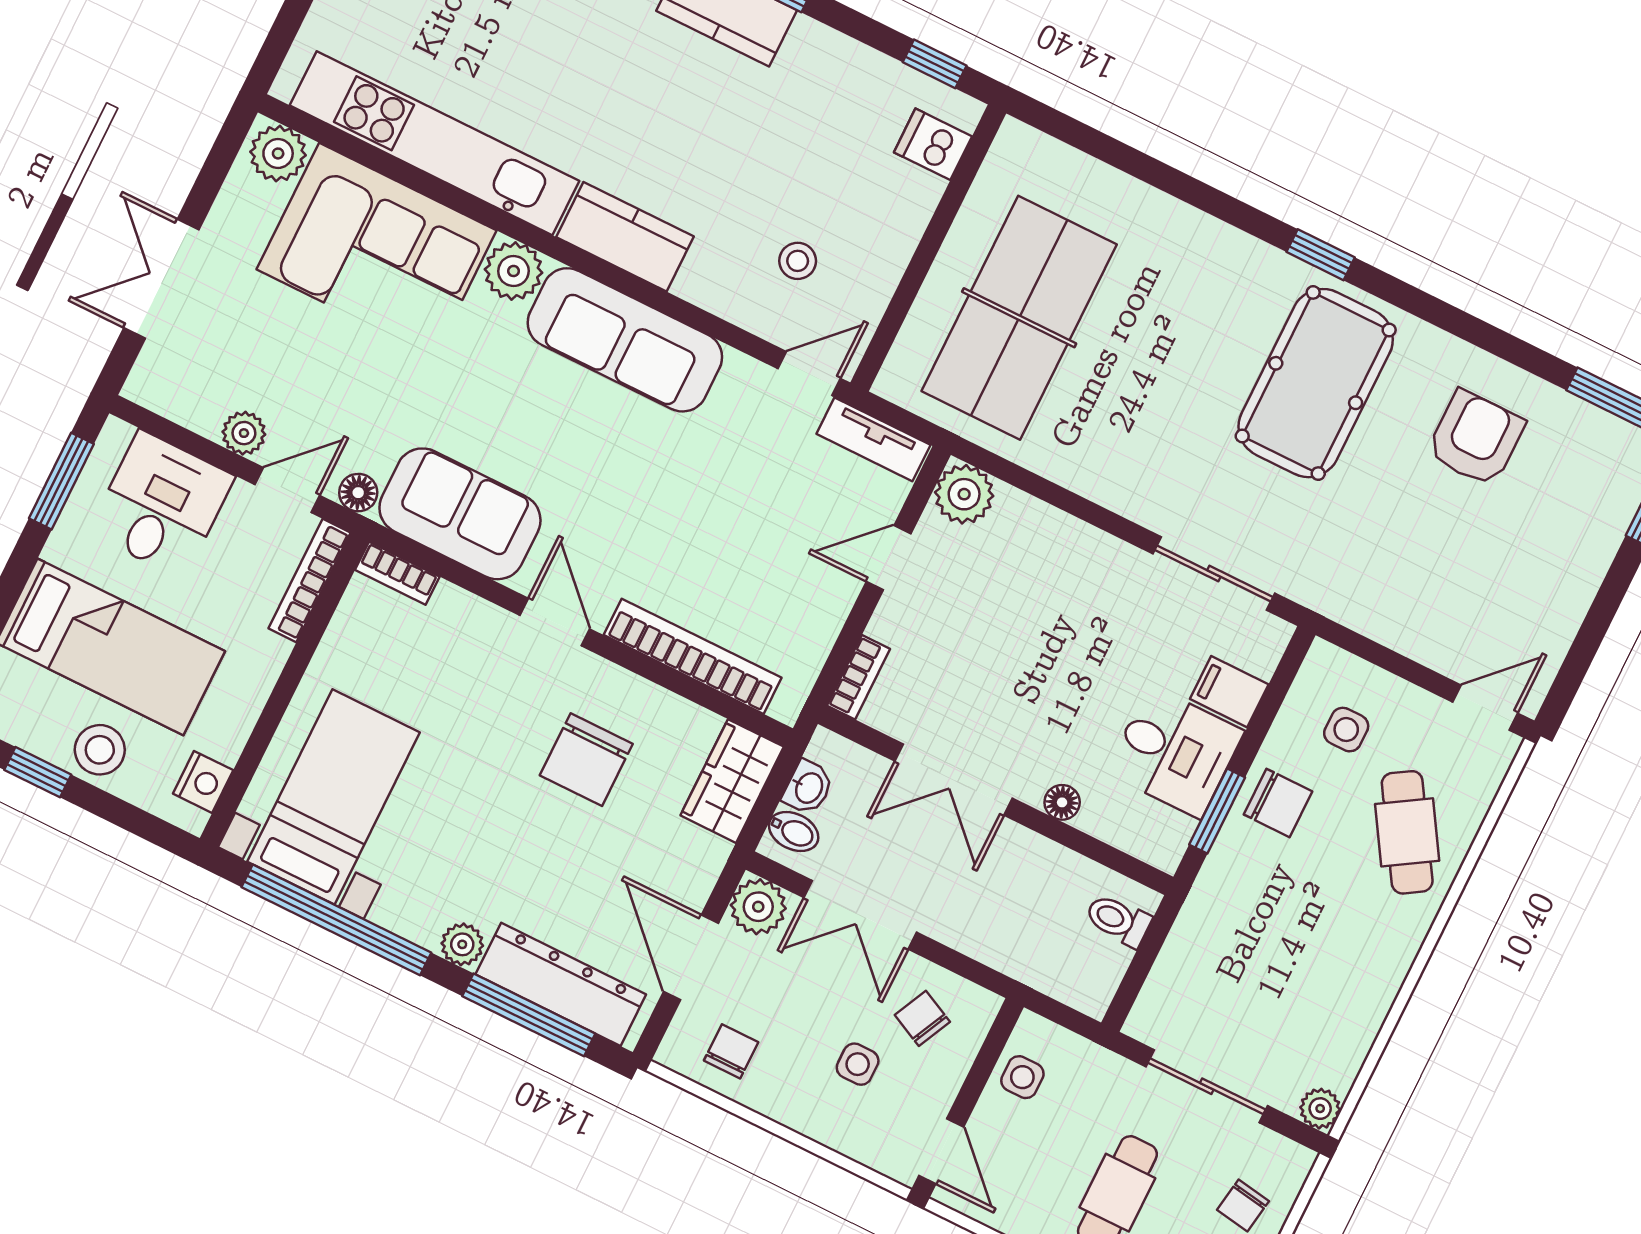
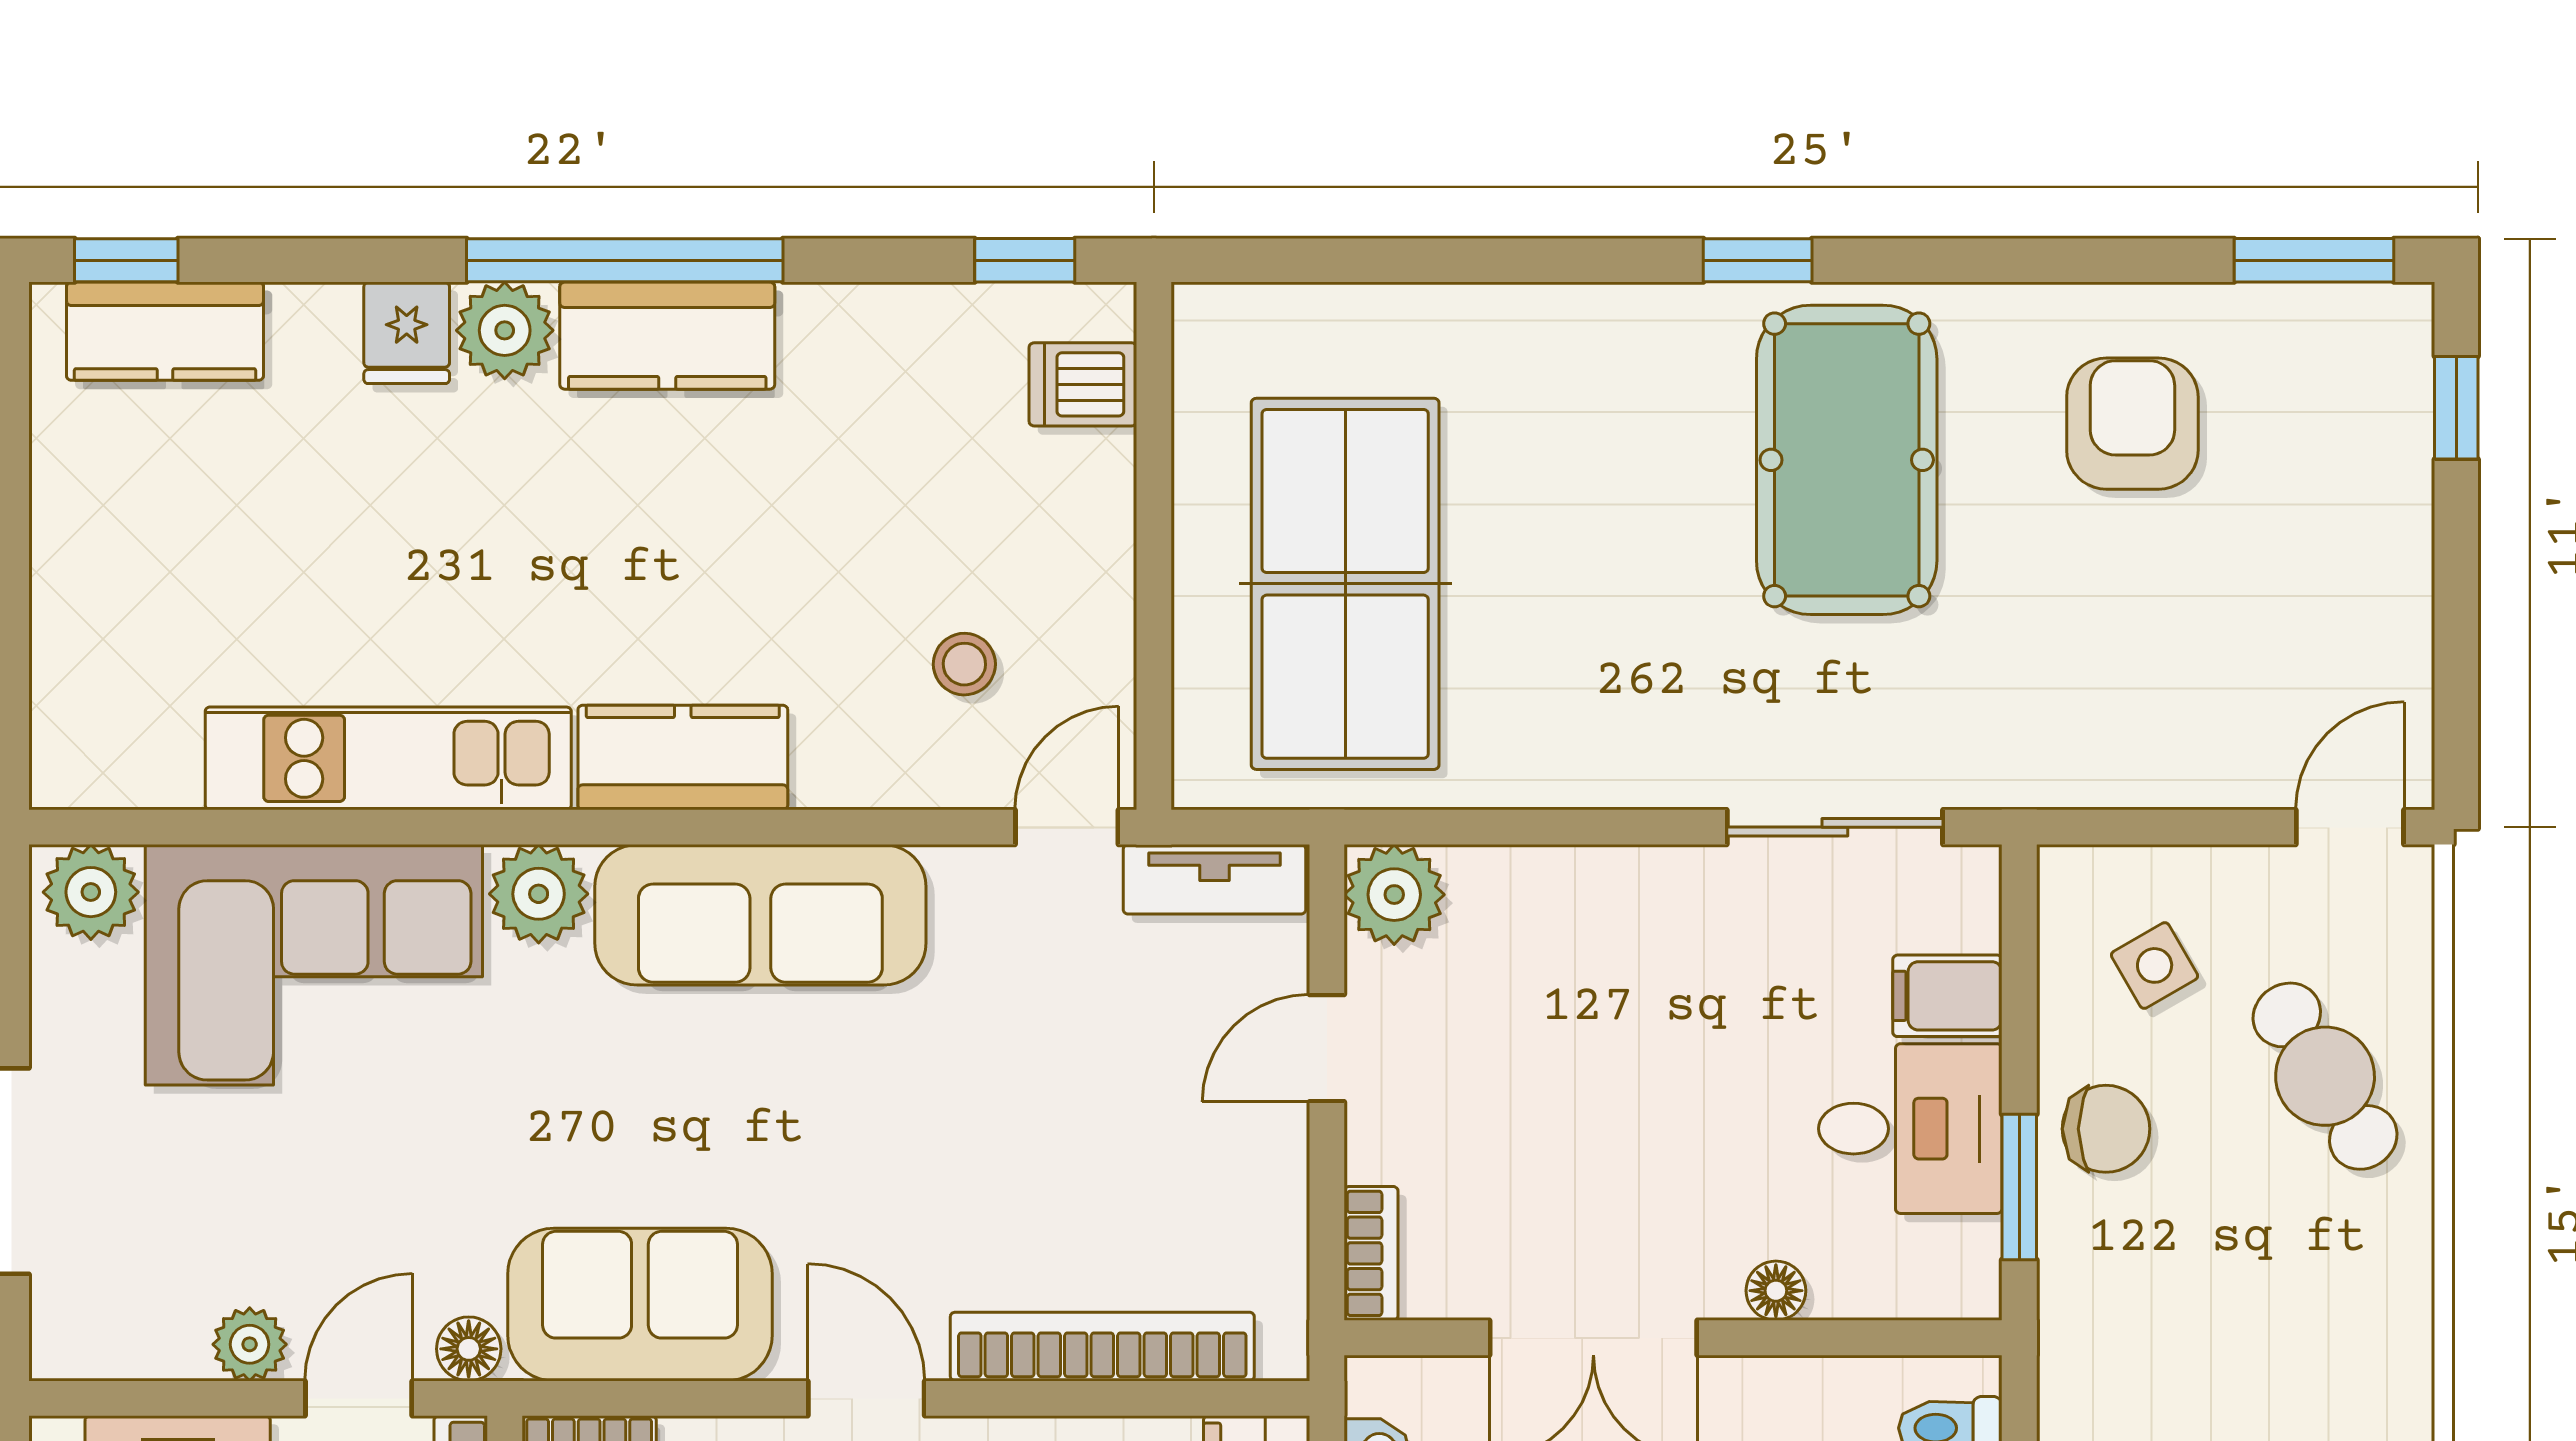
kitchen unit: (435, 143) -> (388, 758), width x0.73
side table: (1346, 730) -> (2155, 965), turned -30

